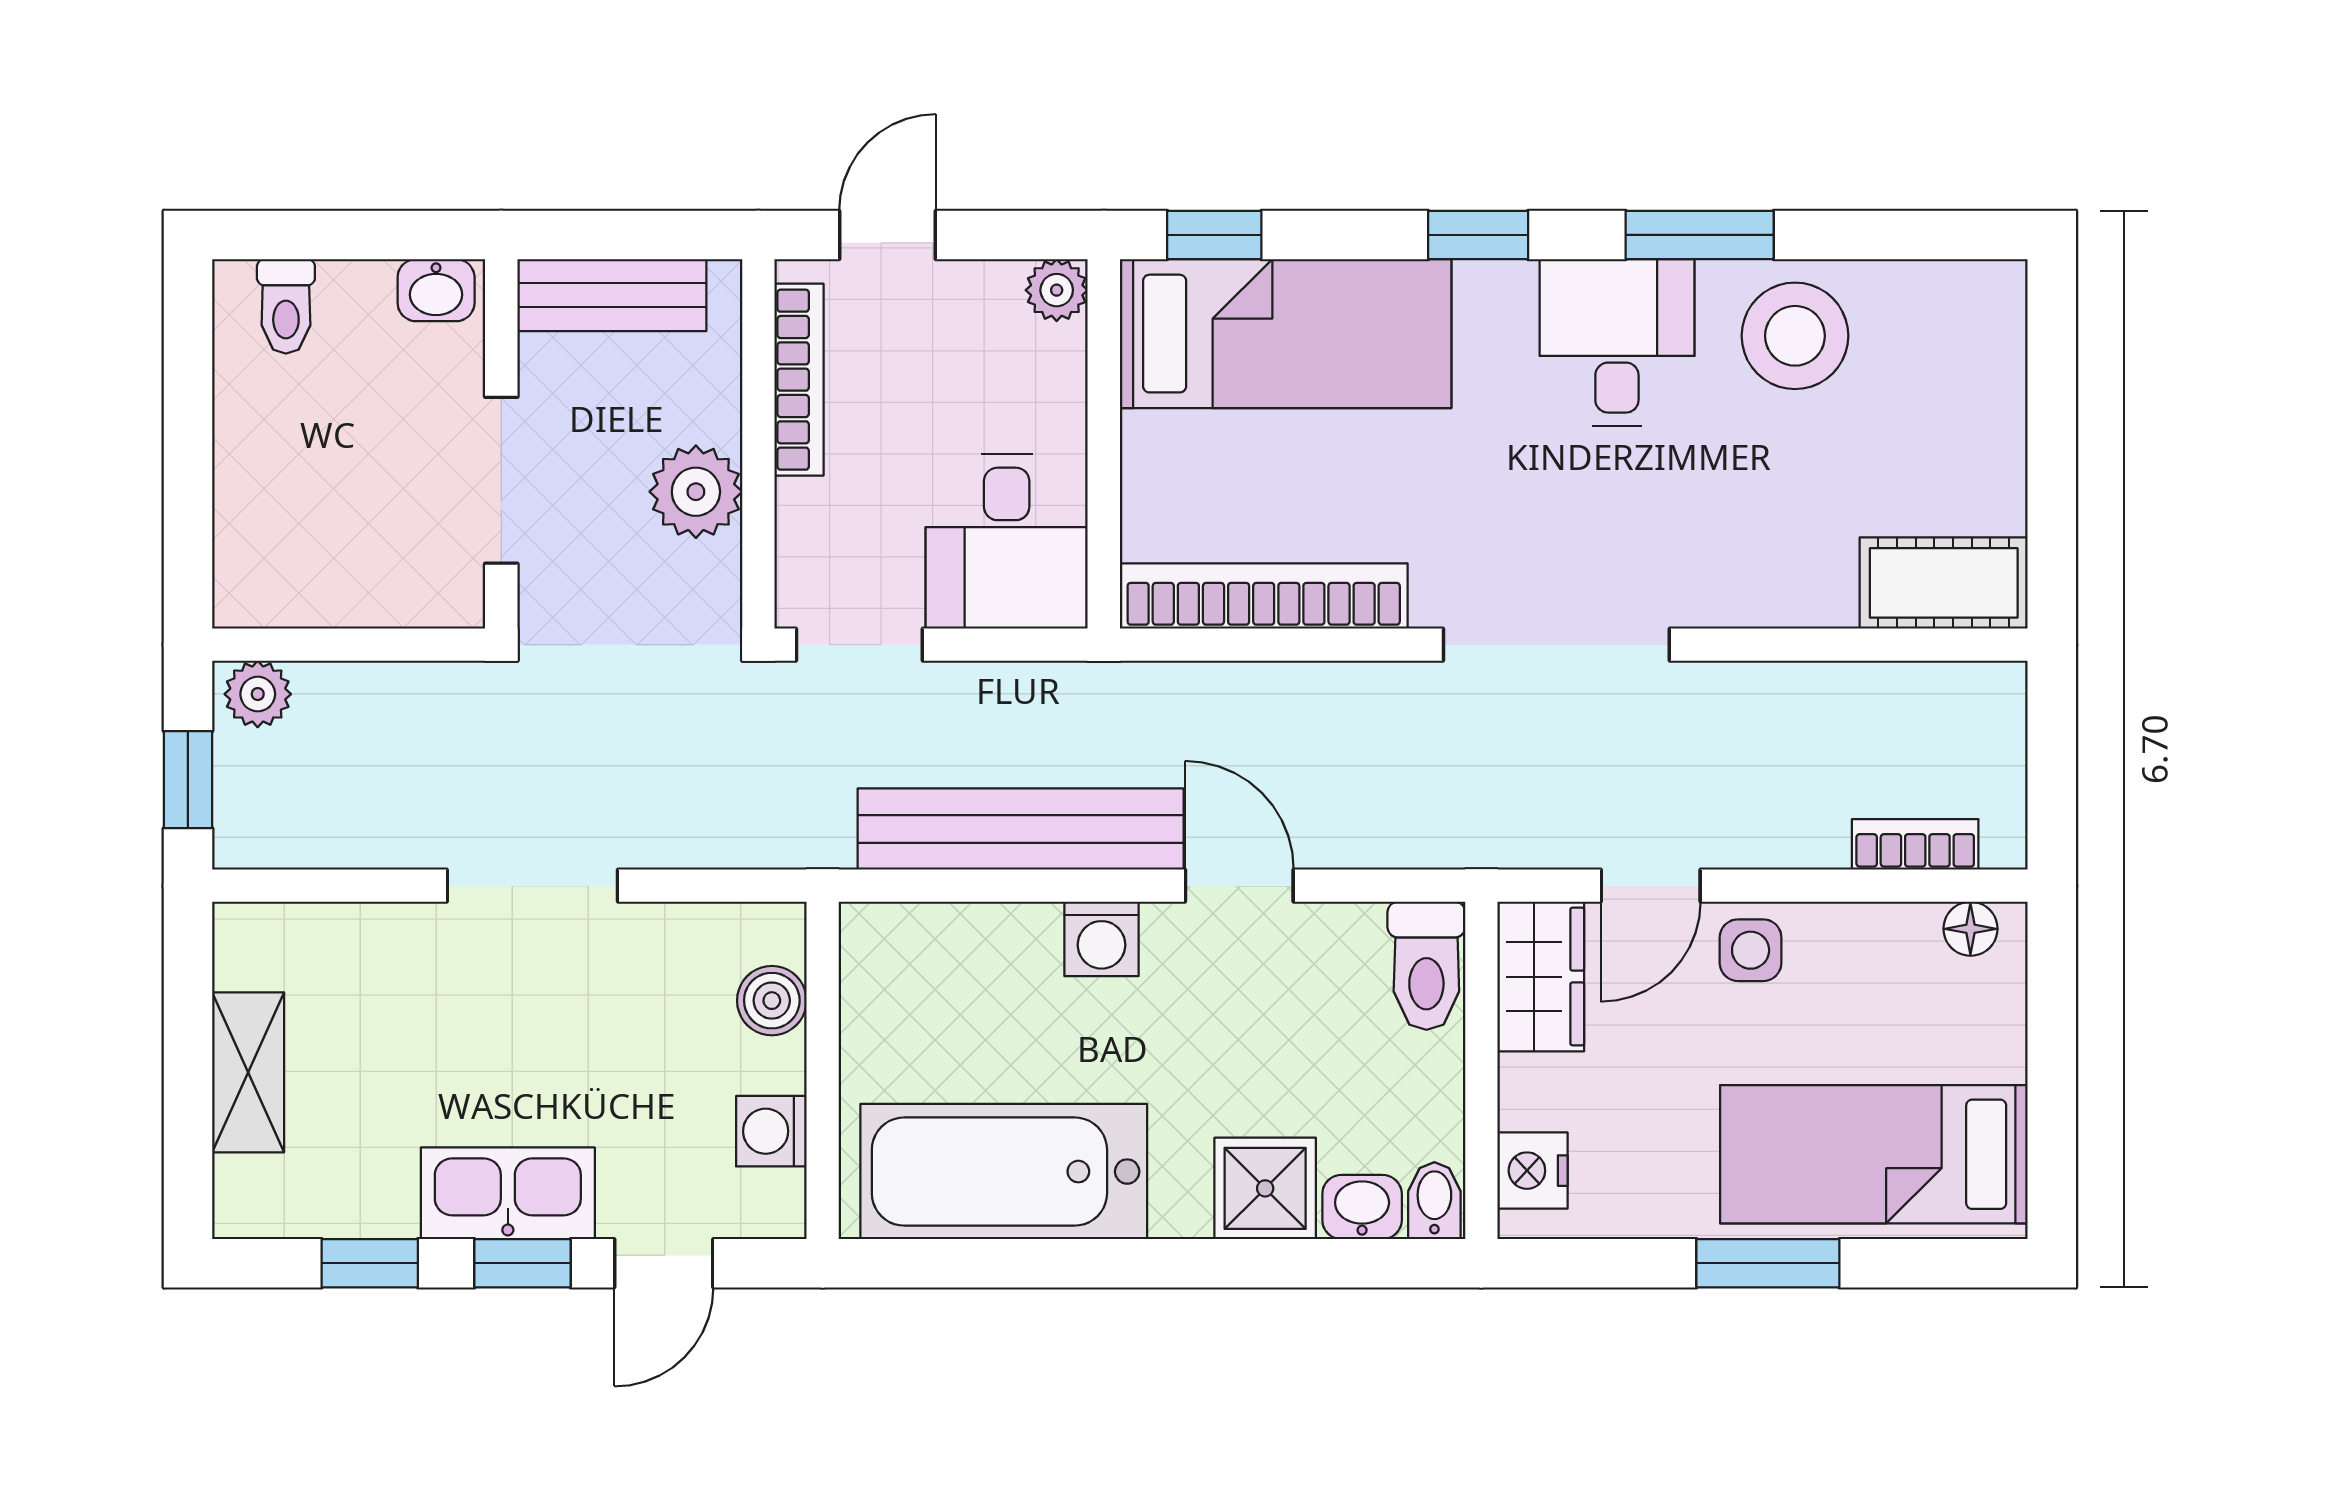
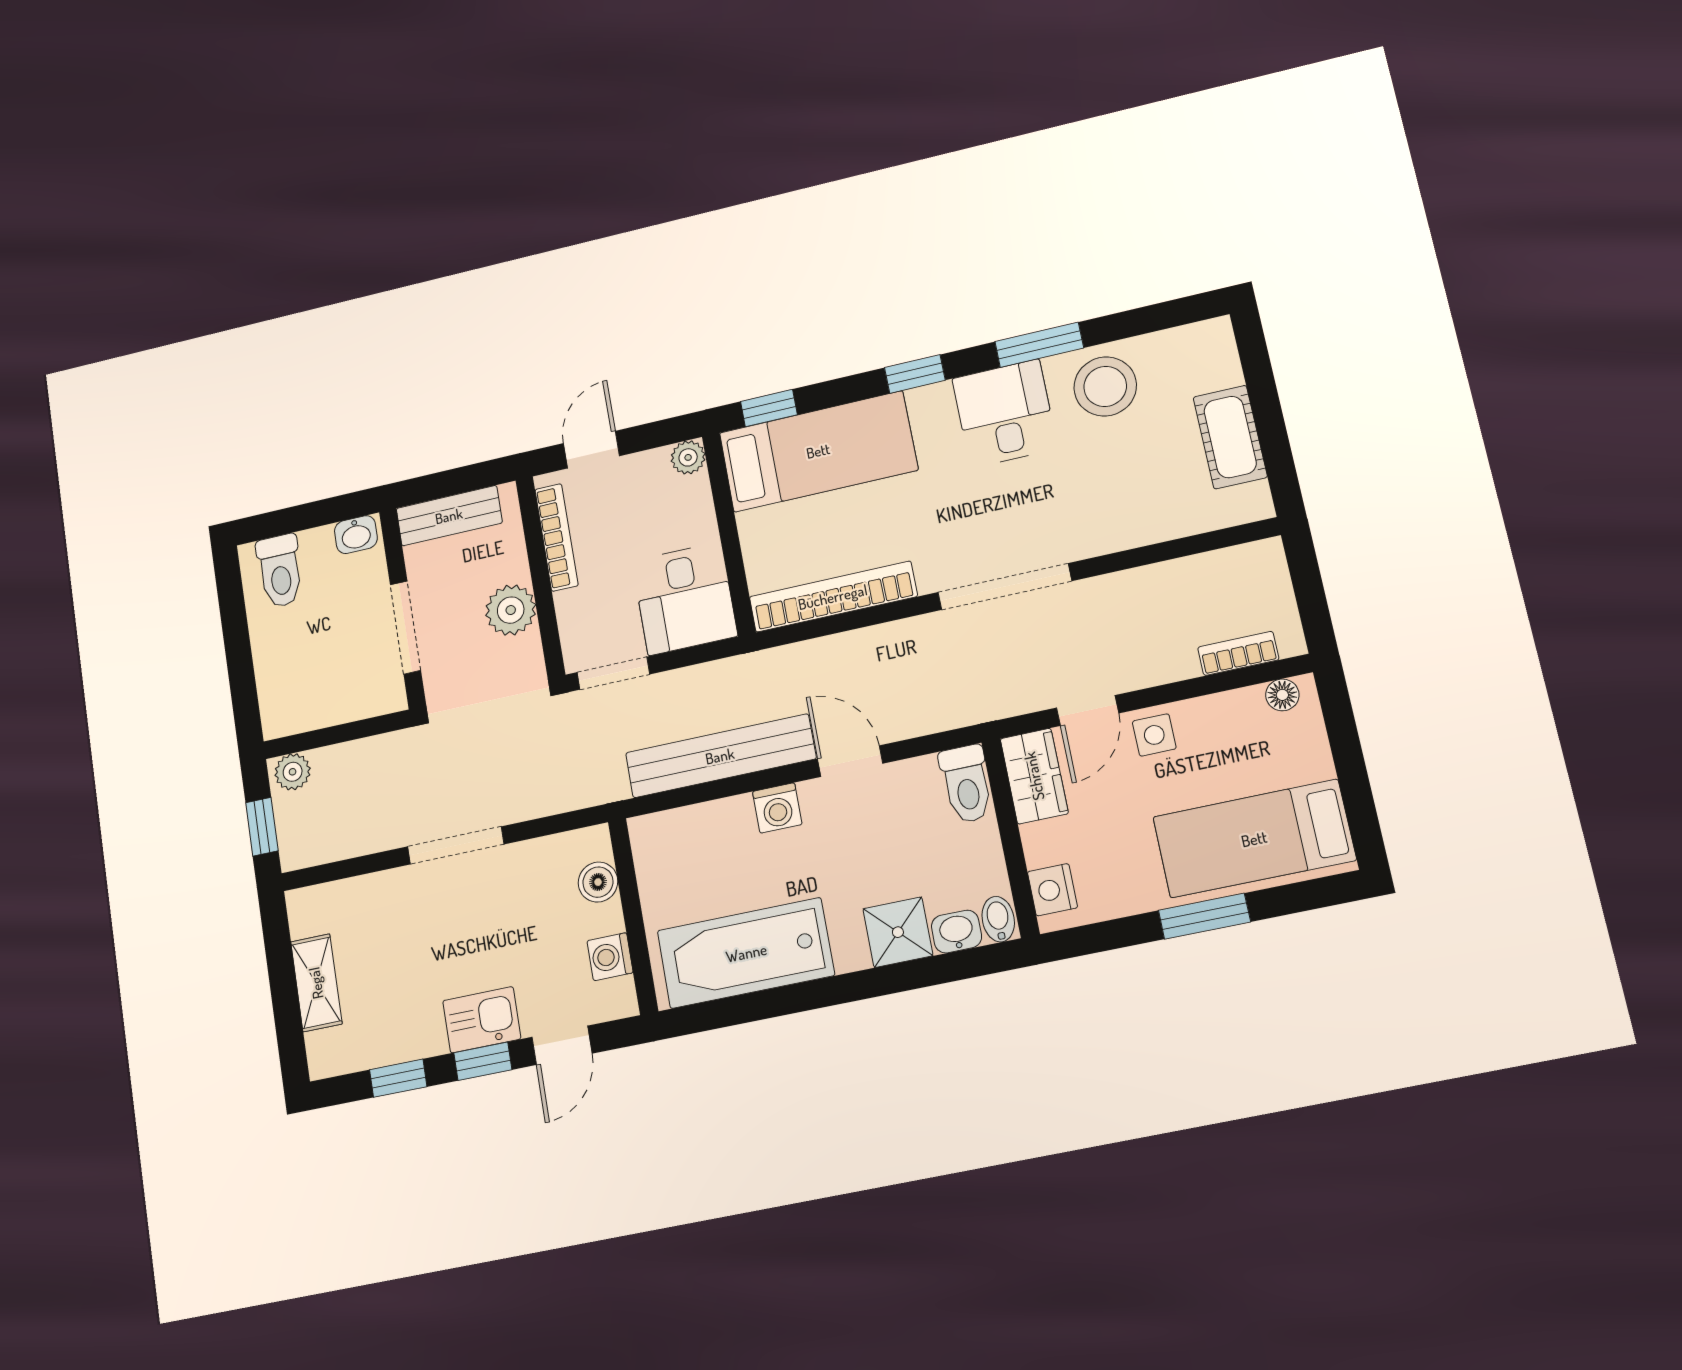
toilet: (286, 306) -> (280, 571), width x1.37, depth x1.39
cot: (1944, 583) -> (1230, 437), moved, turned 90
kitchen sink: (508, 1193) -> (482, 1020), width x0.73

